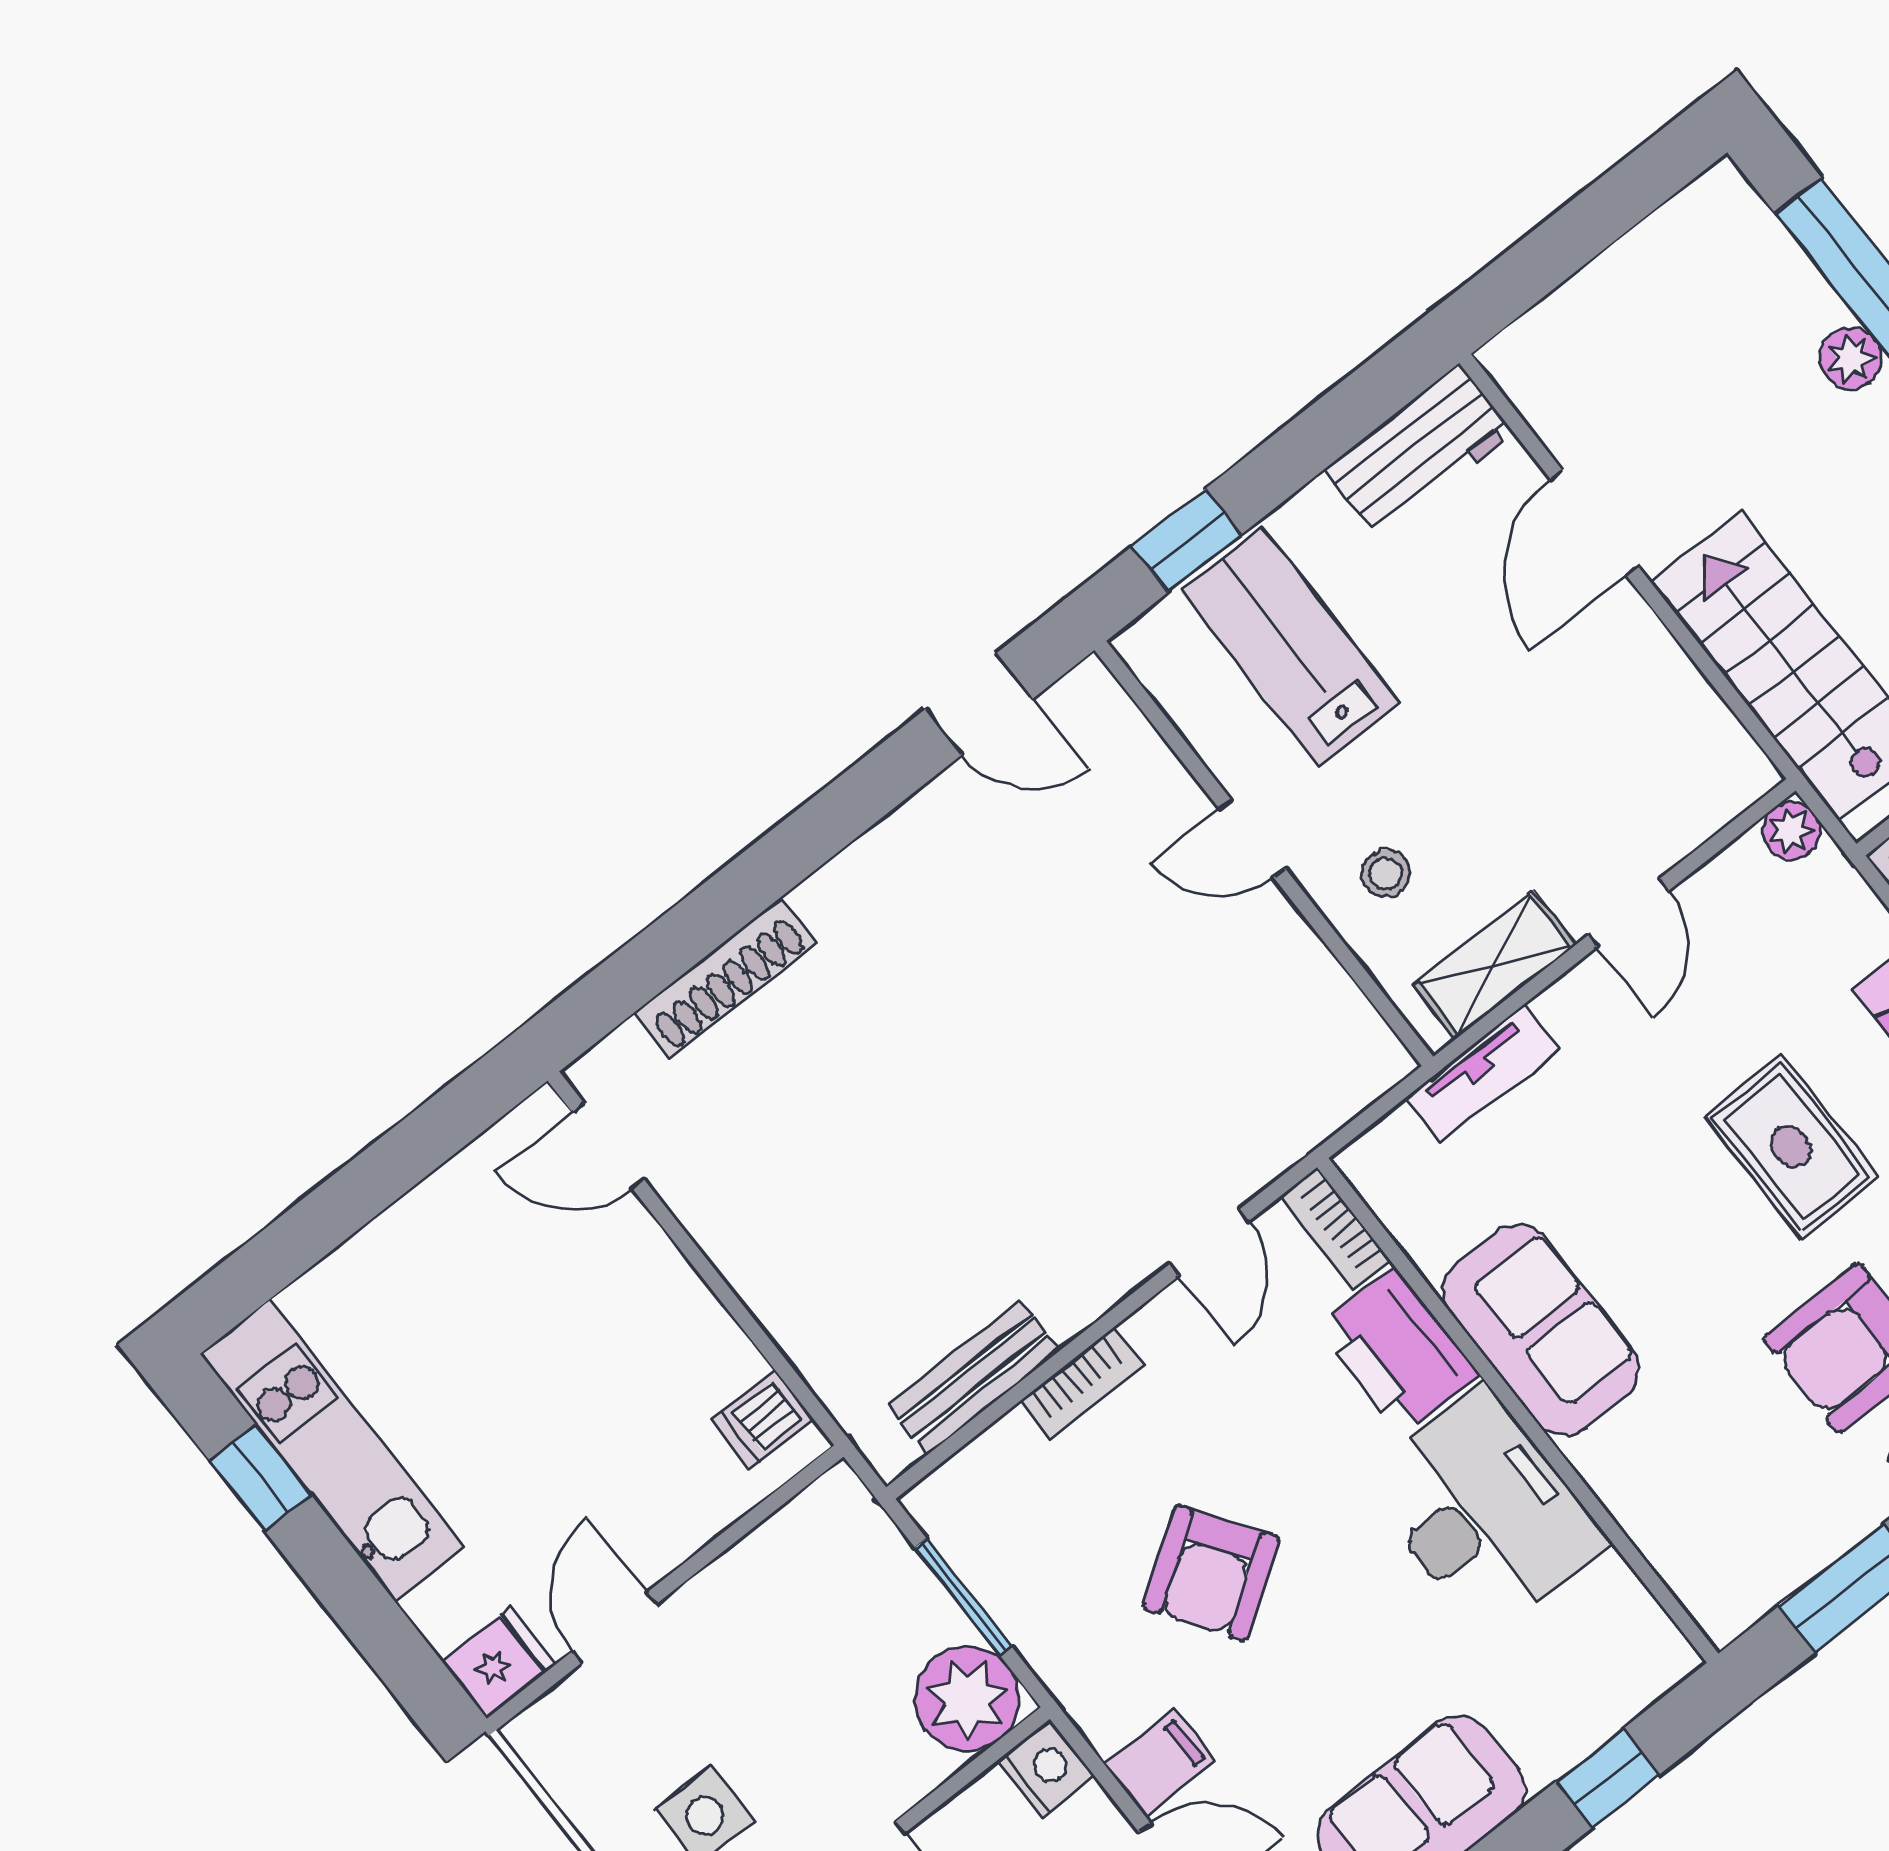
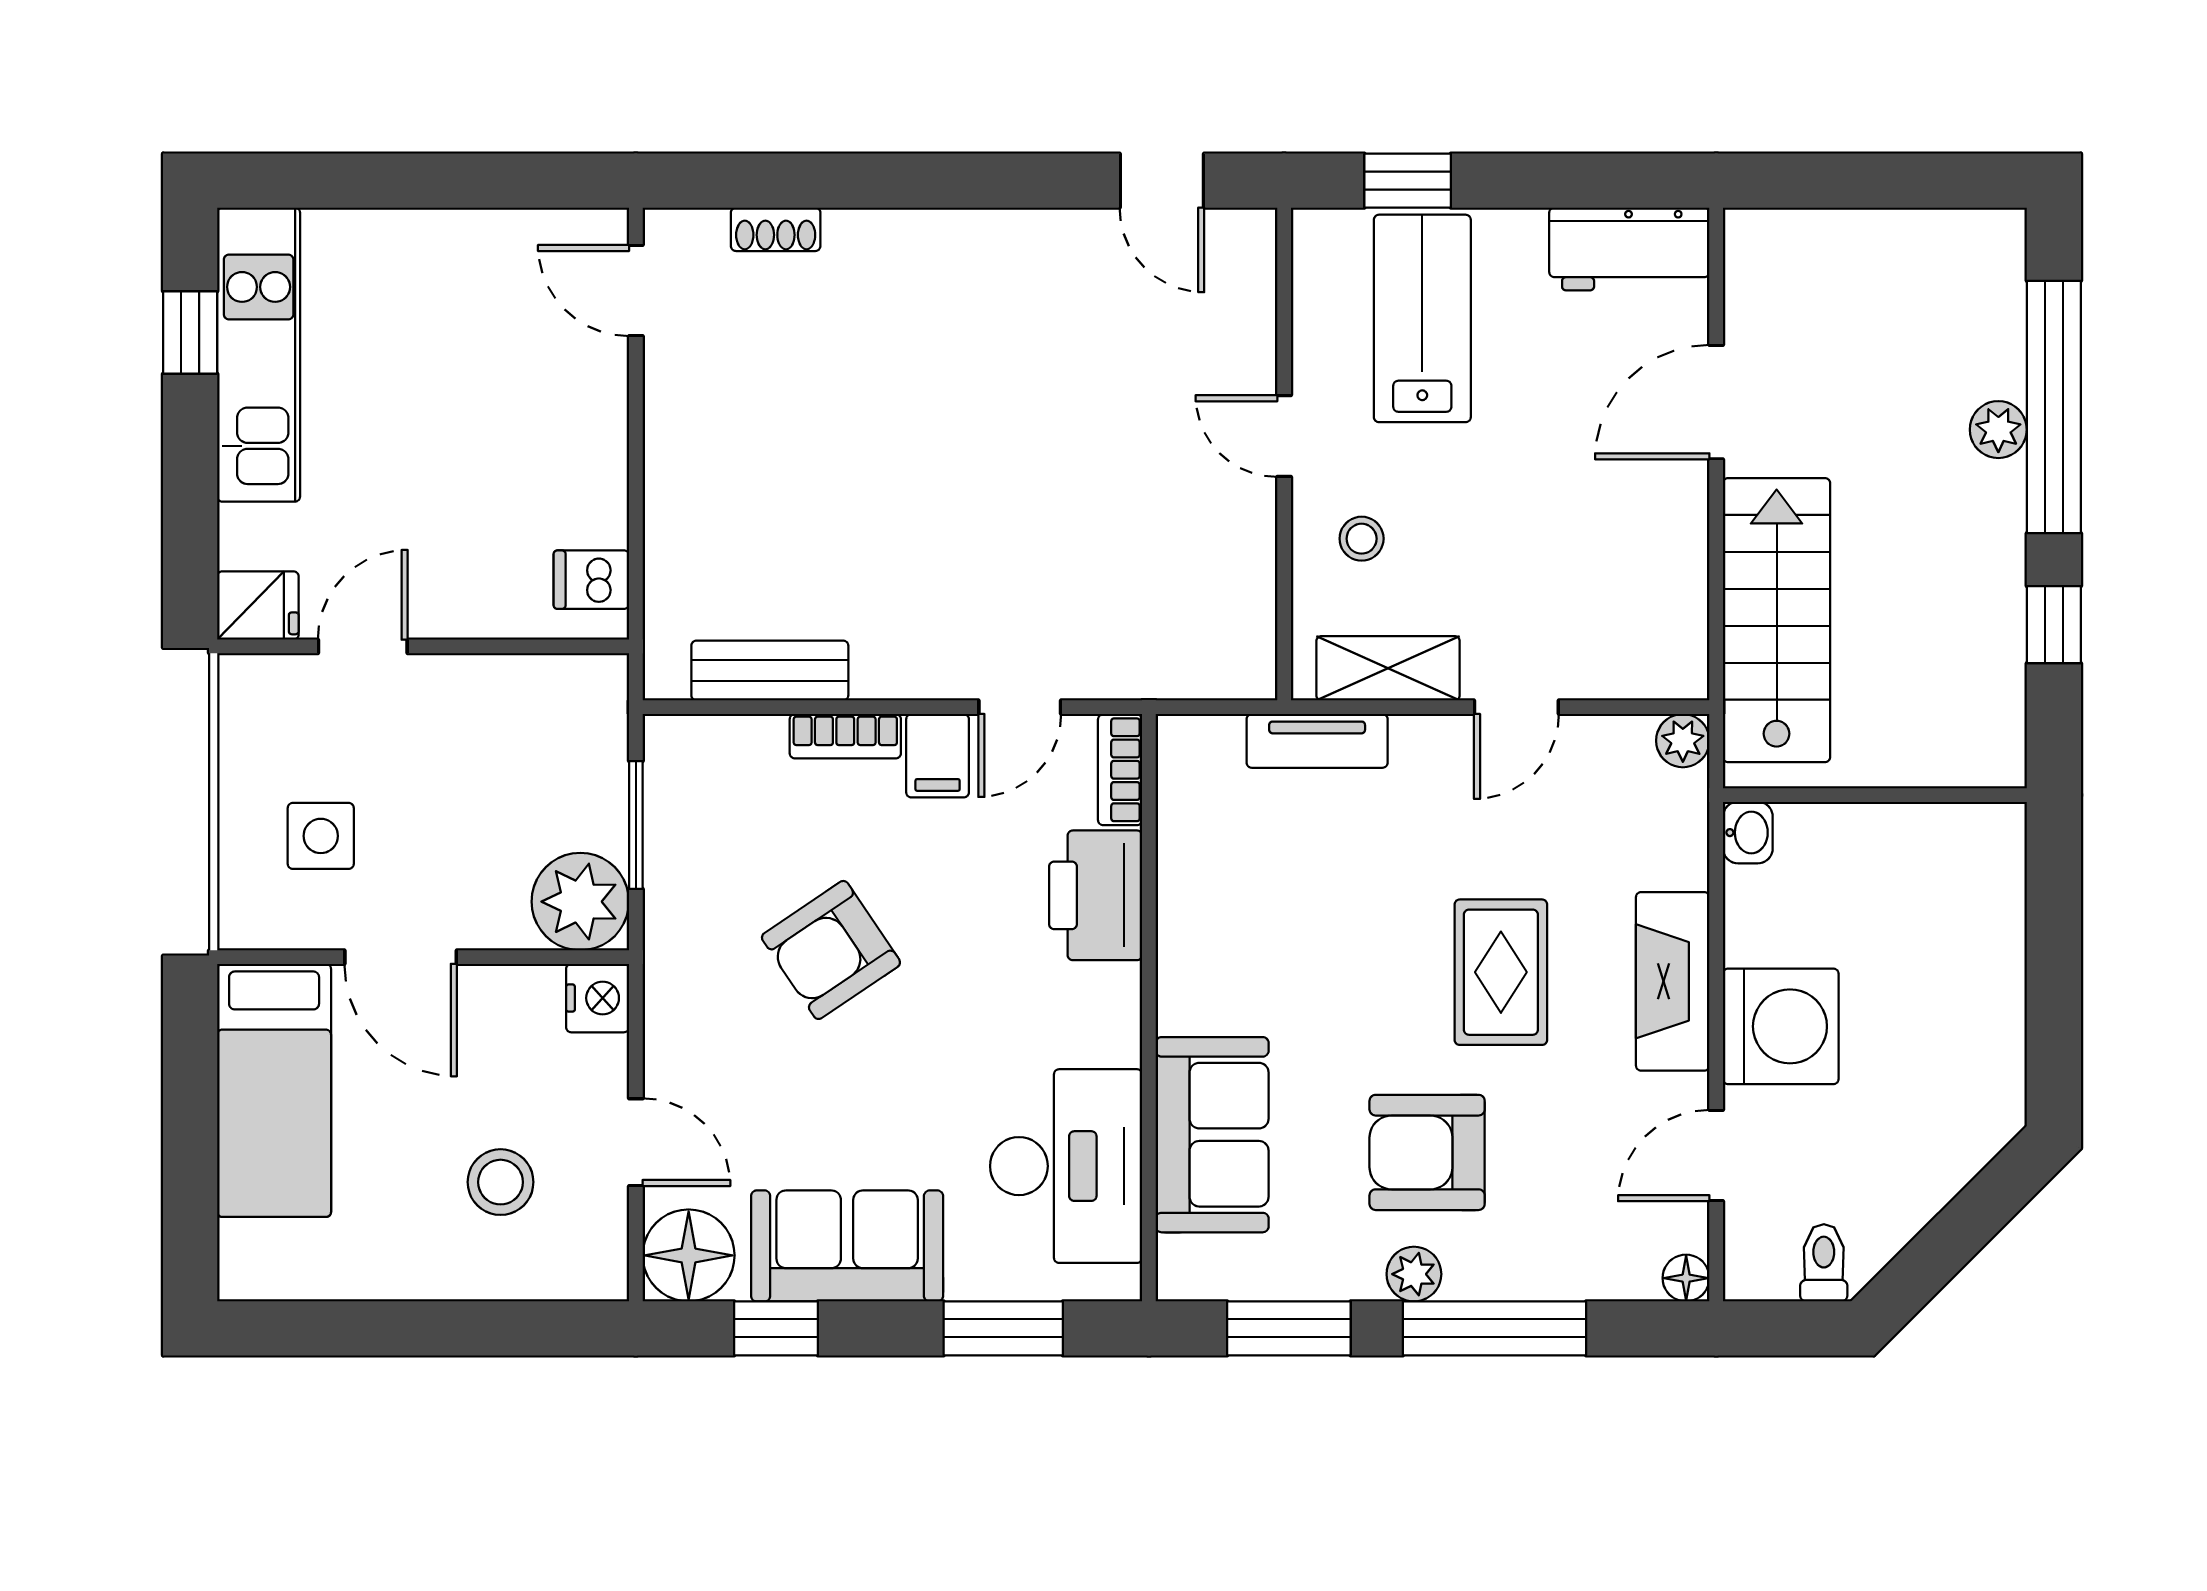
shoe rack: (725, 978) -> (776, 229), width x0.51, depth x0.81
sofa: (1541, 1330) -> (1212, 1135), moved
desk: (1484, 1512) -> (1066, 1166), moved
filing cabinet: (1160, 1762) -> (938, 756), moved, turned 90
window: (1608, 1778) -> (1003, 1328), width x1.50

